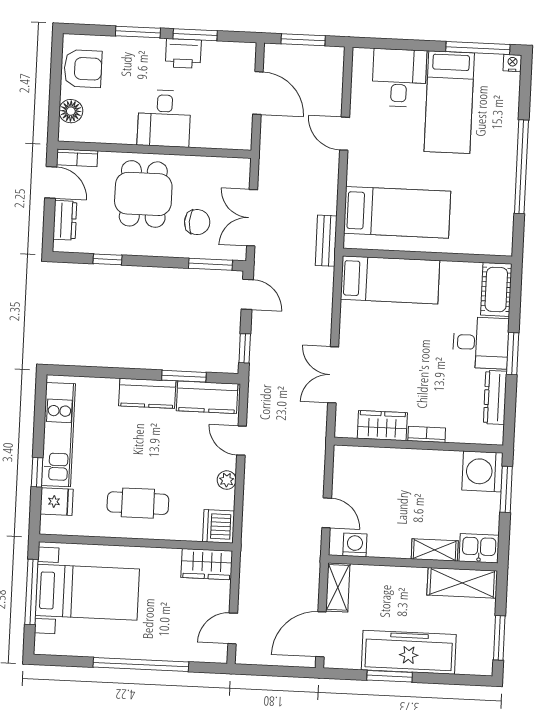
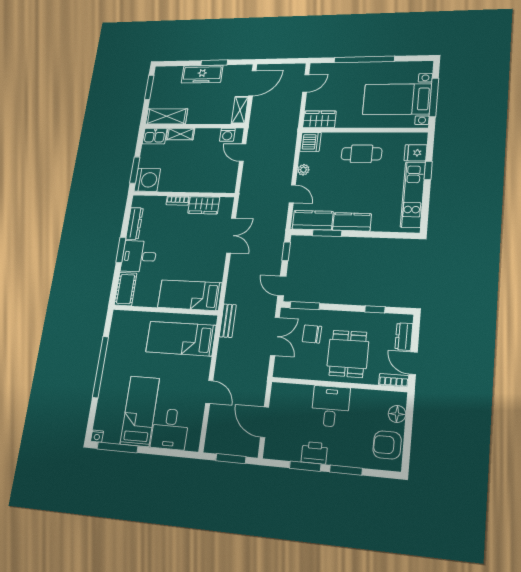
freezer: (409, 652) -> (202, 74), width x0.73, depth x0.79

